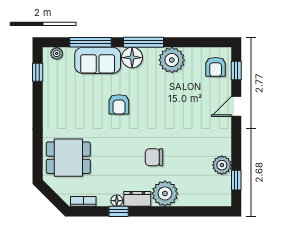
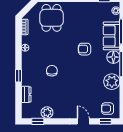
plant: (165, 193) -> (30, 77), removed
dresser: (137, 199) -> (26, 94), moved
window: (119, 211) -> (19, 76), moved

